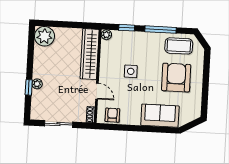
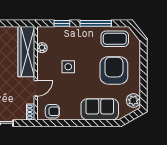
plant: (106, 35) -> (42, 48), moved
door: (97, 91) -> (36, 88), hinge flipped
plant: (194, 109) -> (133, 101), added
armchair: (112, 115) -> (52, 111), turned 90

